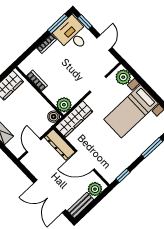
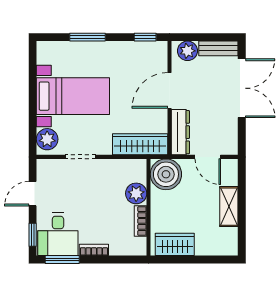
plant: (64, 105) -> (136, 193), moved
boiler: (54, 117) -> (166, 174), width x1.86, depth x1.86
door: (34, 145) -> (208, 157), hinge flipped
door: (85, 160) -> (169, 90), swing flipped

